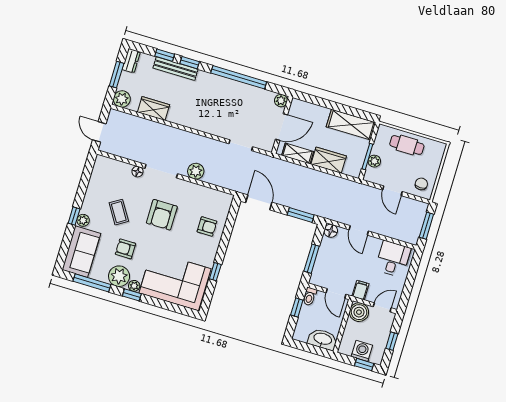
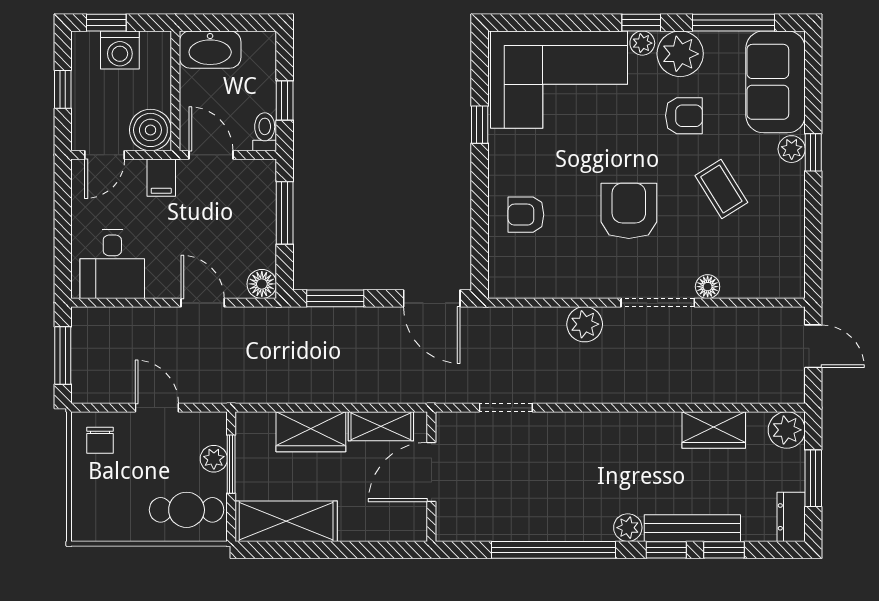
plant: (281, 101) -> (628, 528), moved
cafe table: (407, 145) -> (187, 510), moved

